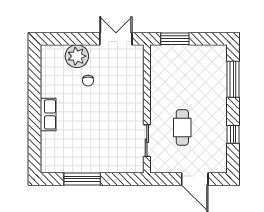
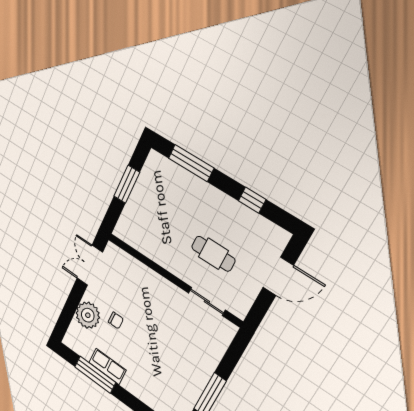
window: (175, 39) -> (127, 184), moved
window: (34, 85) -> (95, 375), added
row of seats: (48, 114) -> (107, 366), moved

